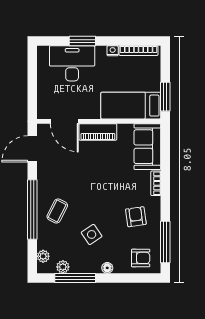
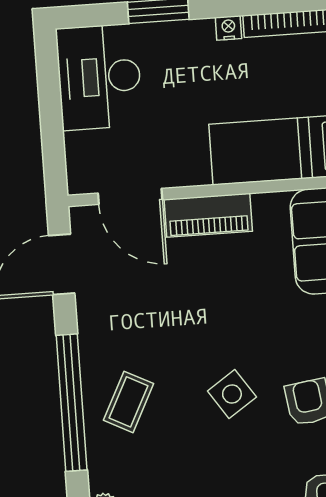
desk: (72, 63) -> (99, 77), moved, turned -90
side table: (92, 234) -> (232, 394), moved

